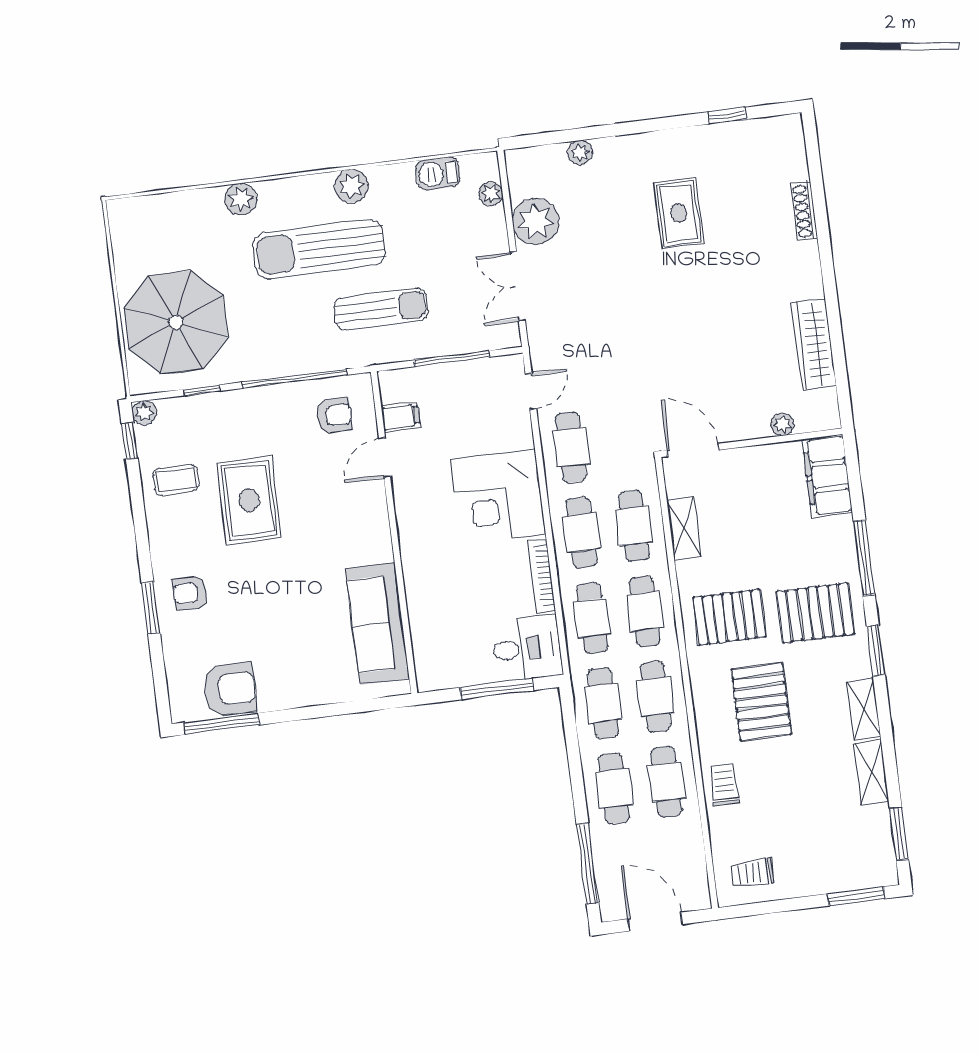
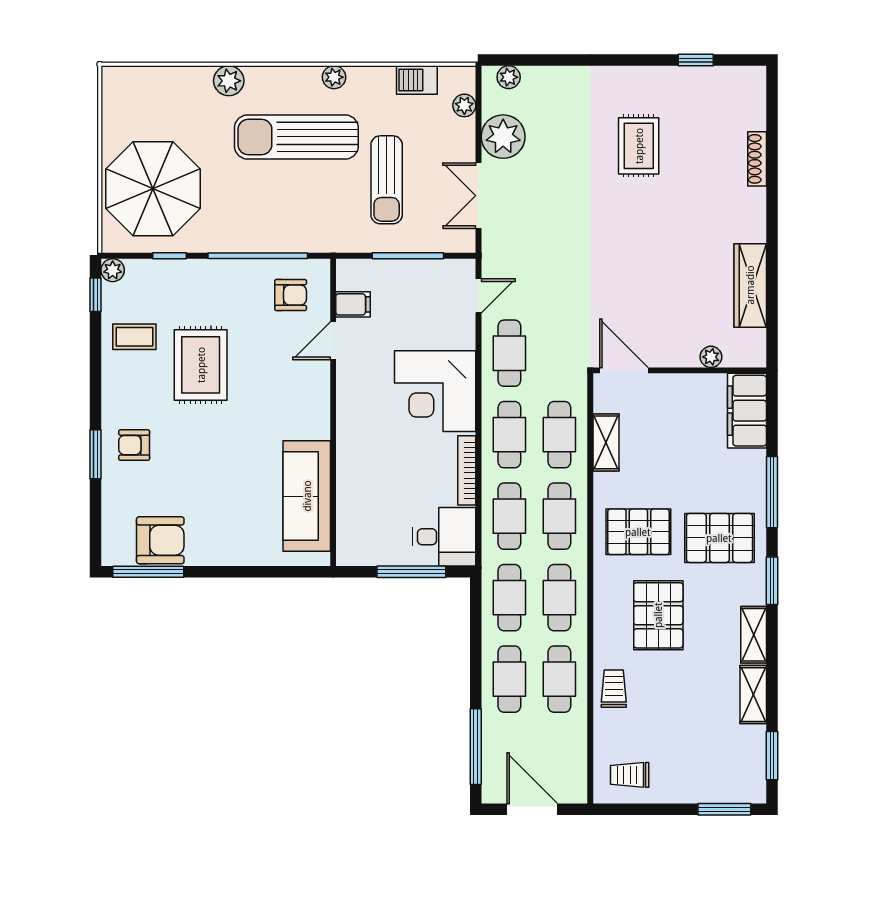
plant: (580, 152) -> (509, 77), moved
plant: (351, 186) -> (334, 77), width x0.73, depth x0.73
sun lounger: (381, 309) -> (387, 180), moved, turned 90

